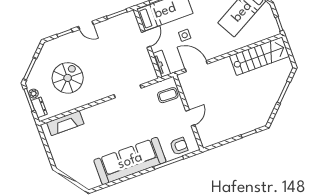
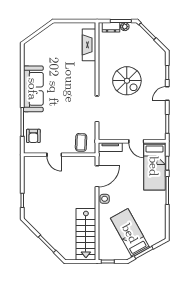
side table: (185, 35) -> (105, 199), moved
spiral stairs: (68, 78) -> (127, 81), moved
sofa: (130, 161) -> (33, 89), width x0.74, depth x0.79

